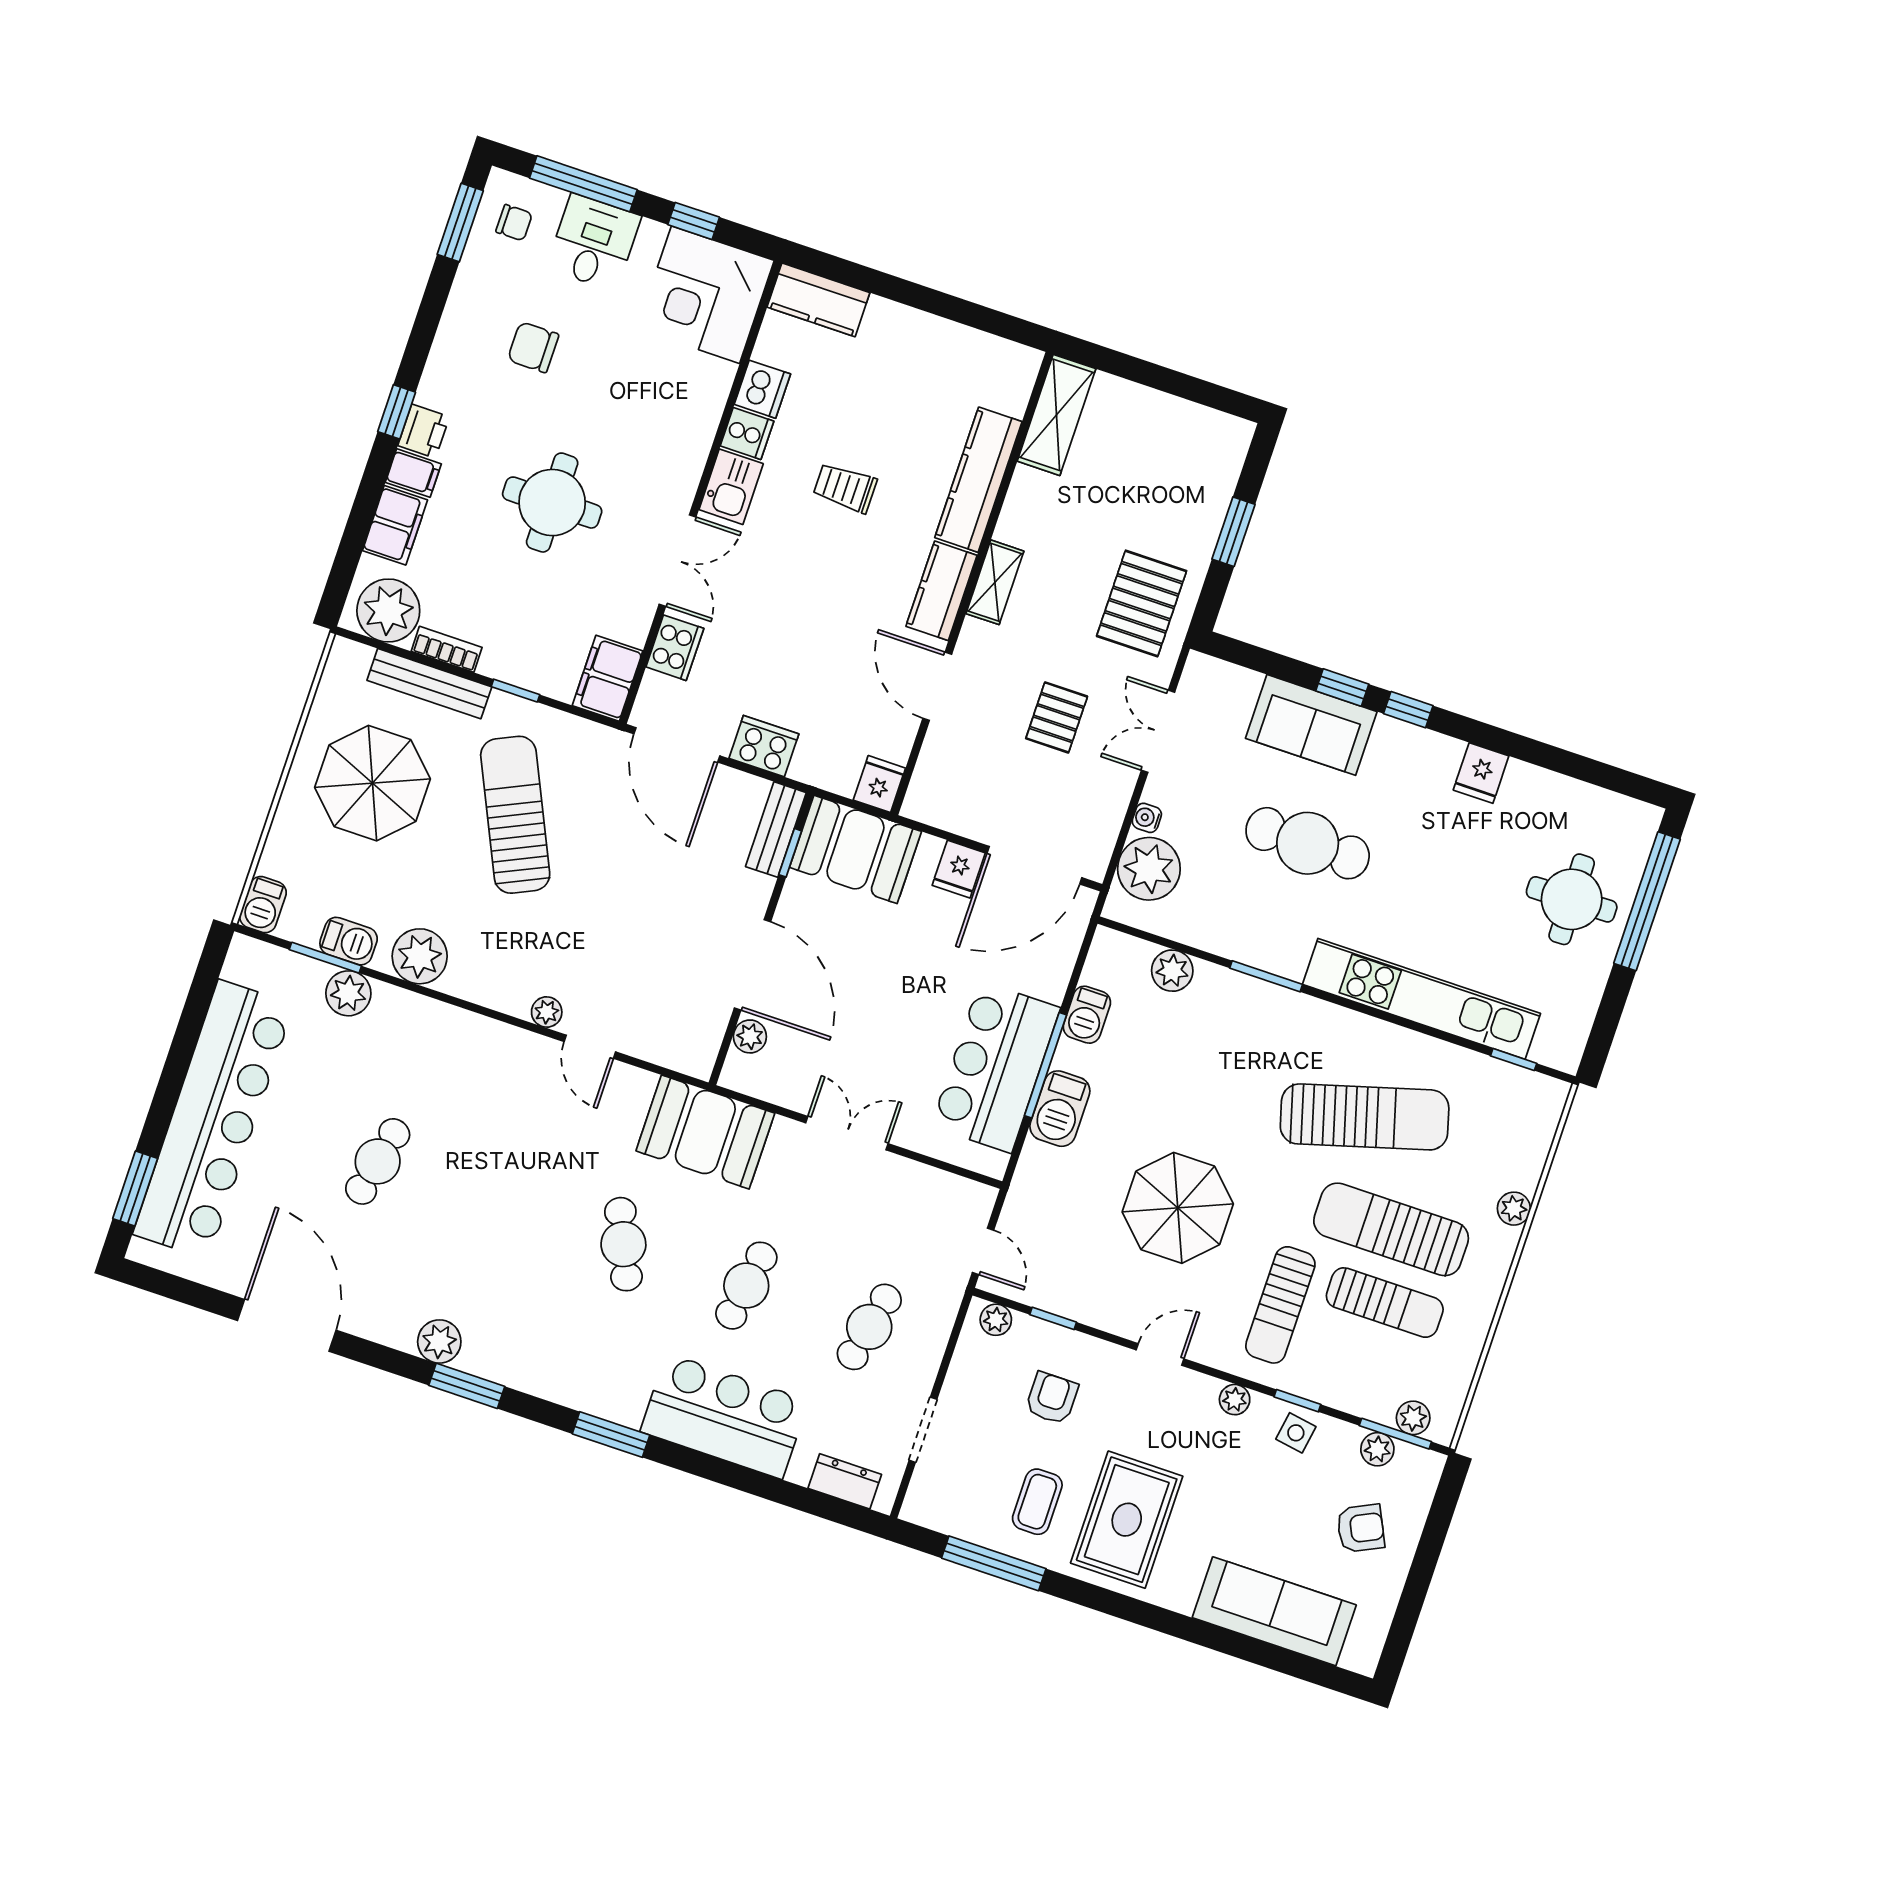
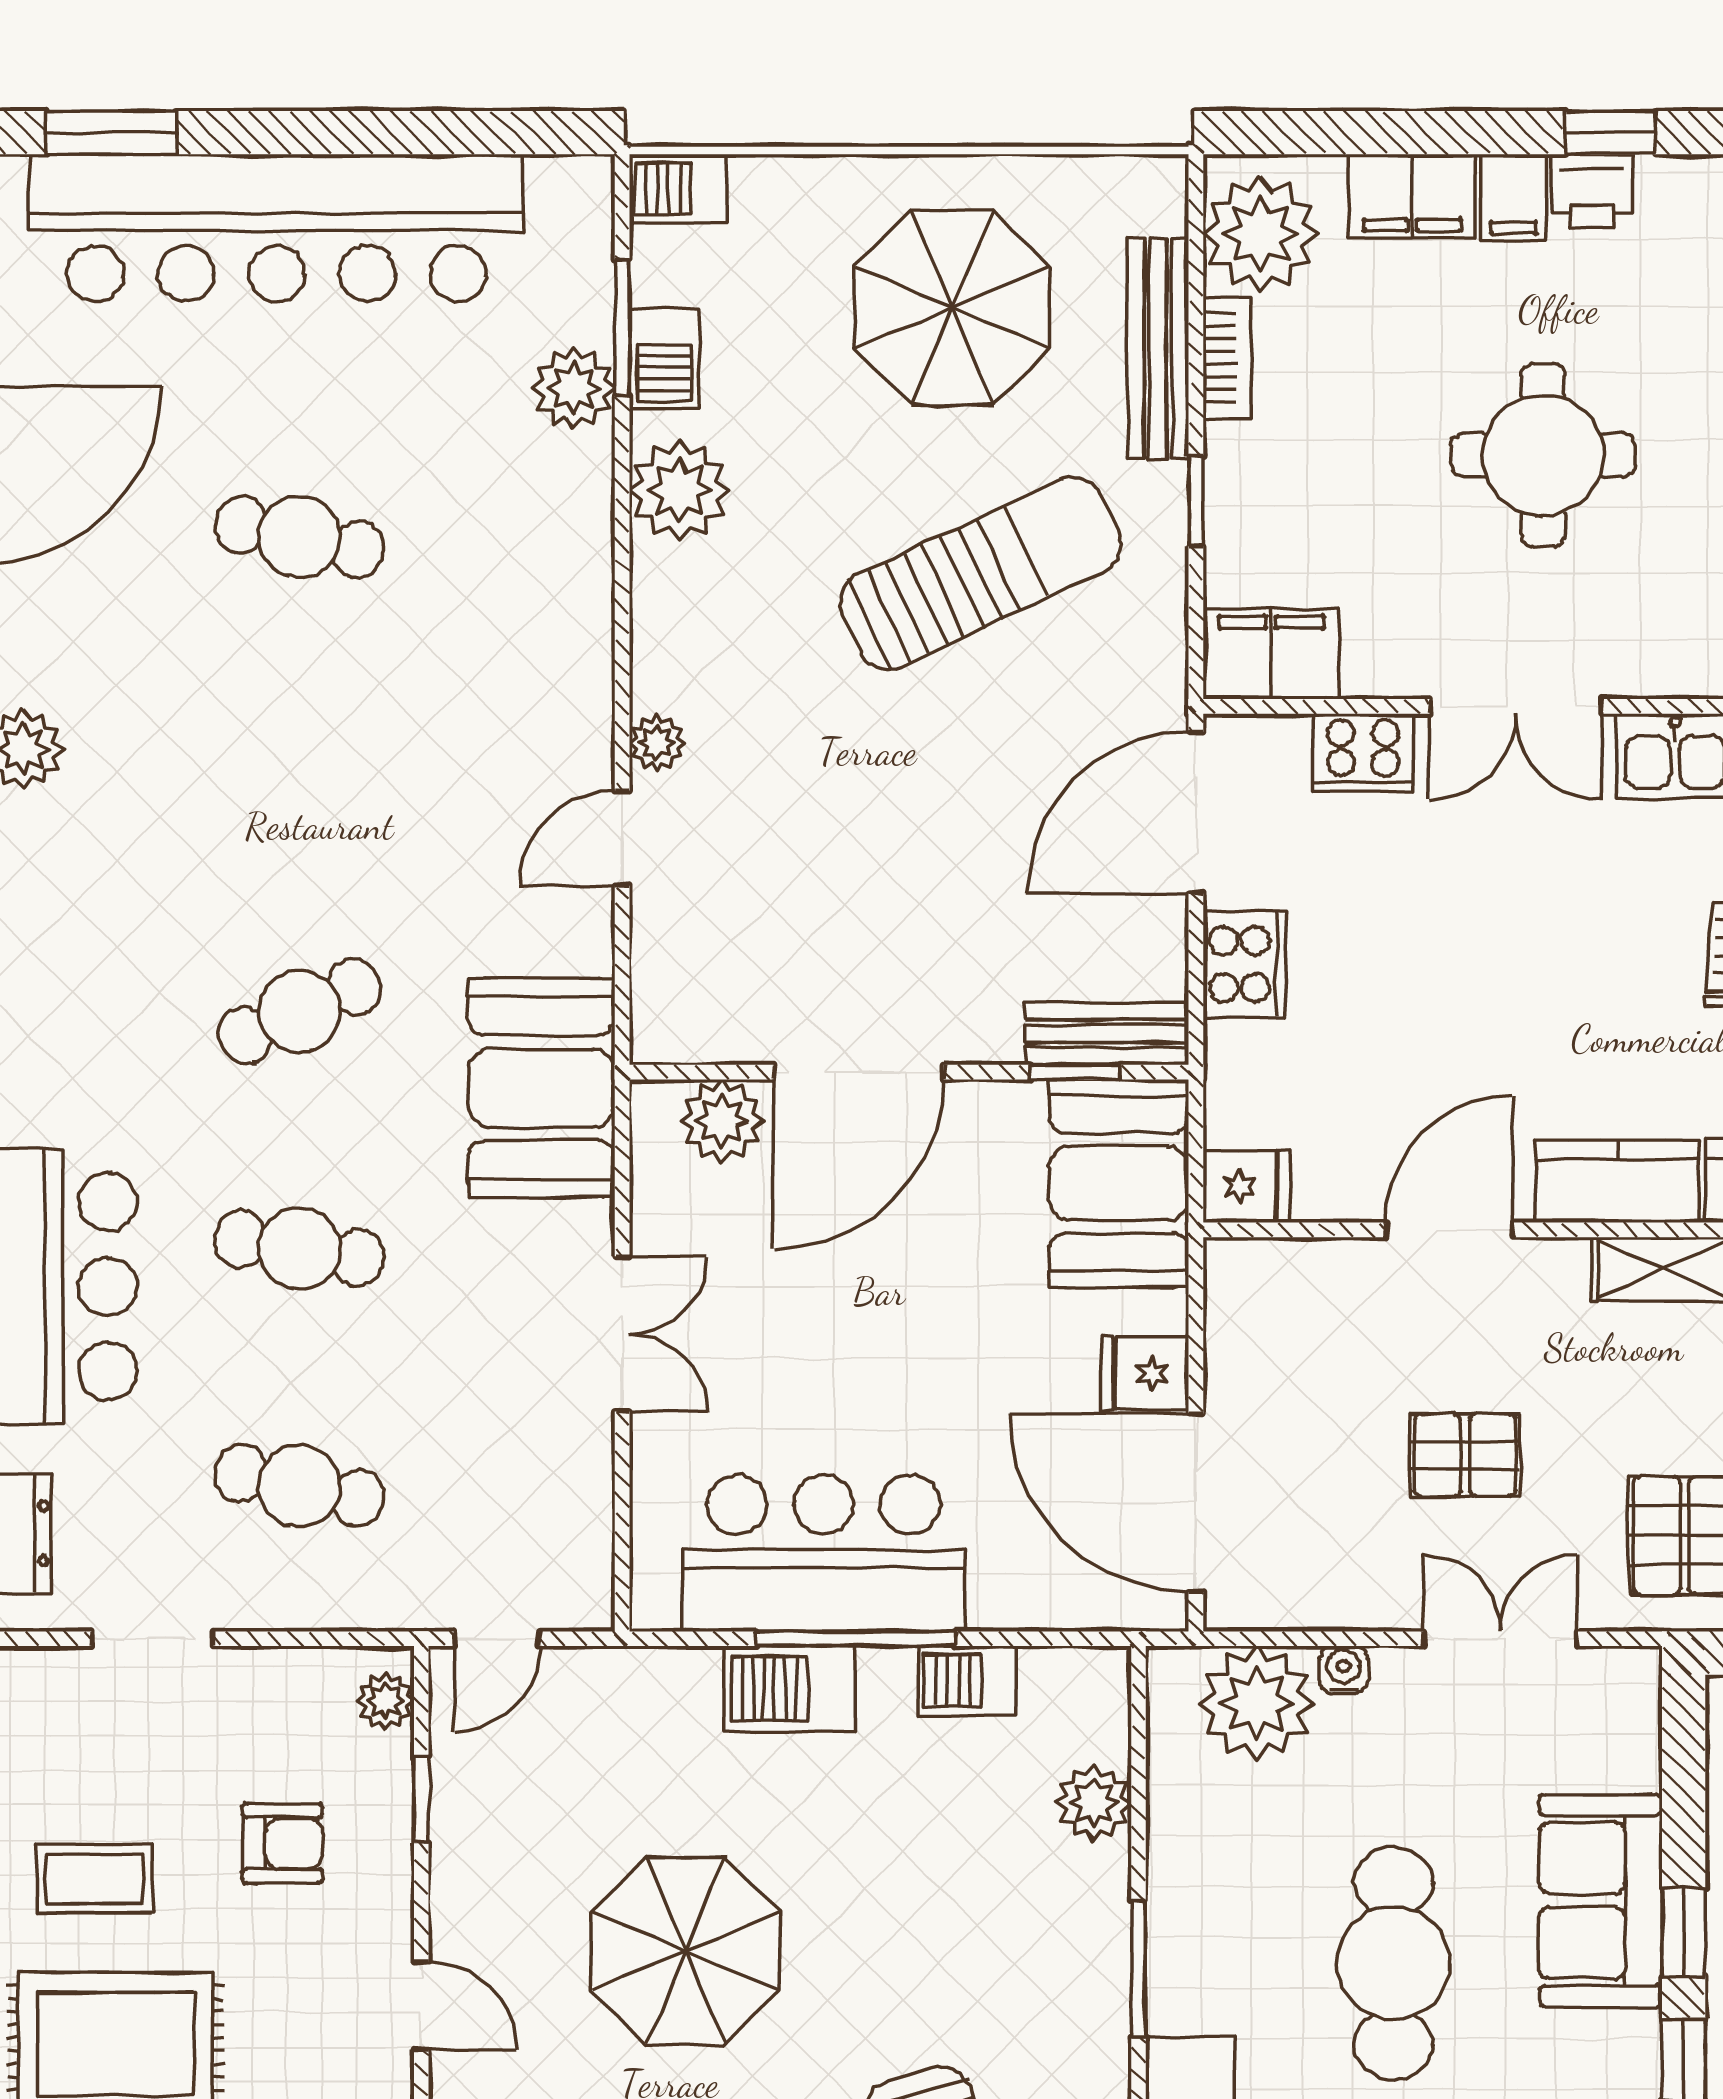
plant: (750, 1036) -> (722, 1121), width x1.38, depth x1.38

